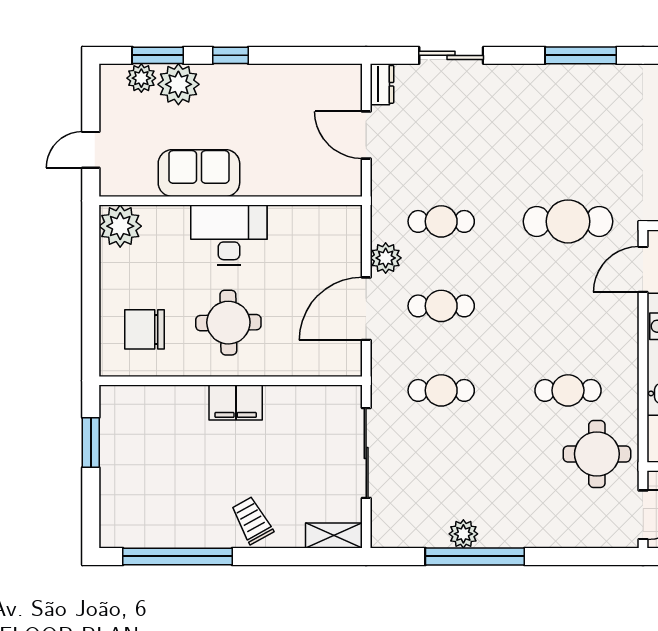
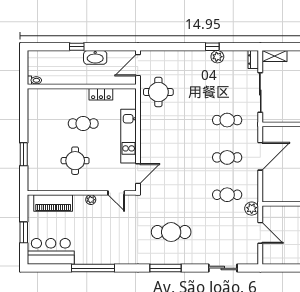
dresser: (382, 84) -> (253, 60), moved
cafe table: (568, 221) -> (171, 232), moved
plant: (386, 258) -> (252, 209), moved
cafe table: (568, 390) -> (171, 120), removed
window: (475, 556) -> (212, 47), width x0.32

